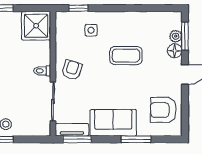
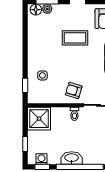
floor lamp: (175, 51) -> (36, 10), moved
coffee table: (126, 56) -> (75, 38), moved, turned 90

